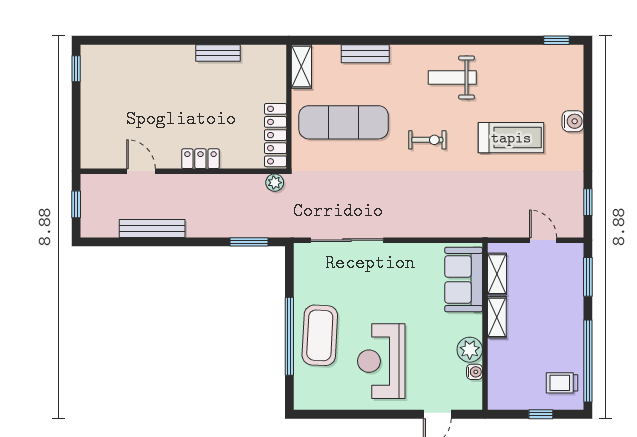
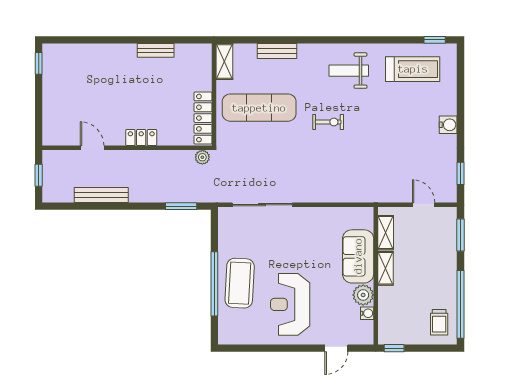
water cooler: (573, 121) -> (448, 125), moved
treadmill: (511, 138) -> (413, 69), moved
sofa: (464, 279) -> (358, 256), moved
trolley: (562, 383) -> (439, 322), turned -90
window: (541, 414) -> (394, 348), moved

